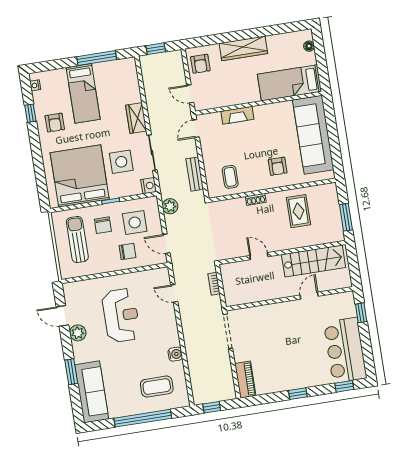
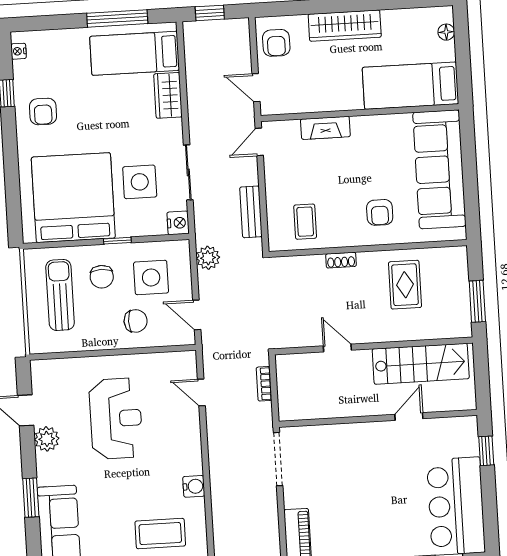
bed: (83, 93) -> (135, 53), moved, turned 90
wardrobe: (136, 118) -> (168, 95), moved

